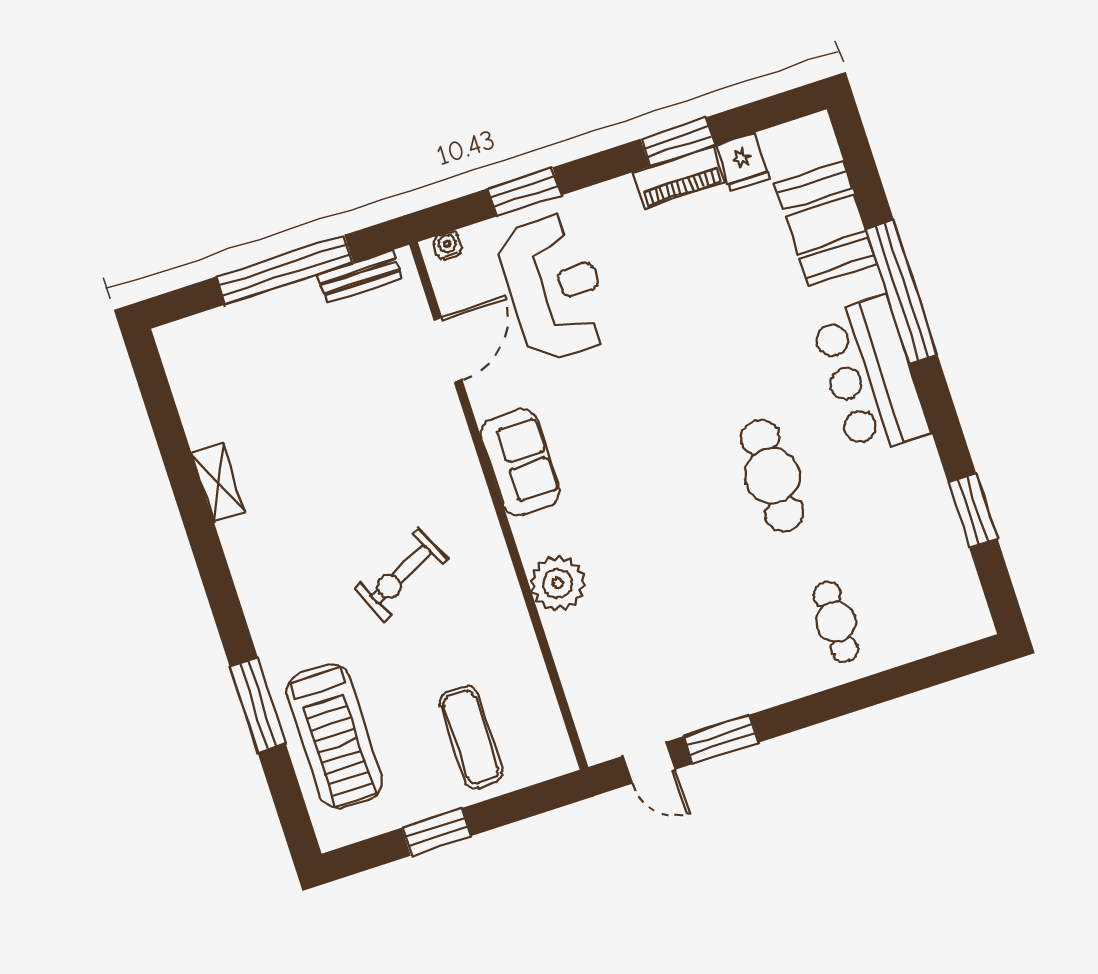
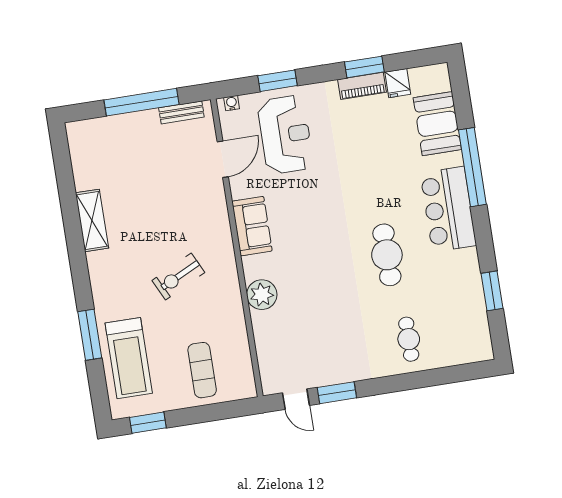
shelving: (218, 482) -> (92, 220), width x1.50, depth x1.33
window: (436, 832) -> (148, 423), moved

